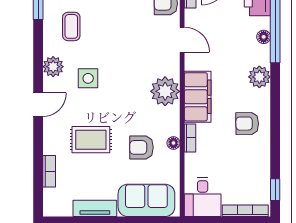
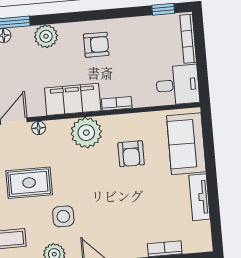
plant: (165, 91) -> (86, 133), moved
armchair: (247, 124) -> (96, 45), turned -89
rug: (91, 140) -> (29, 183), moved, turned 90
floor lamp: (173, 143) -> (39, 128), moved

